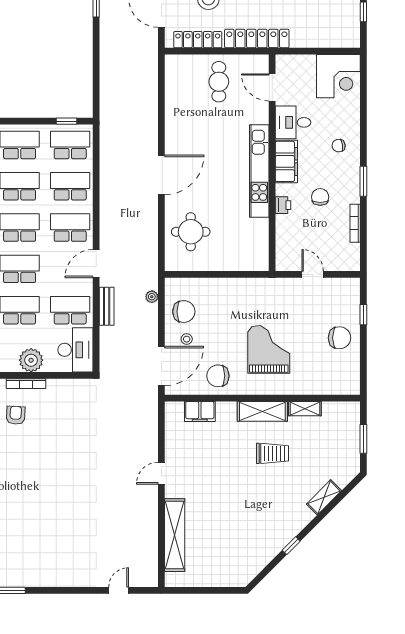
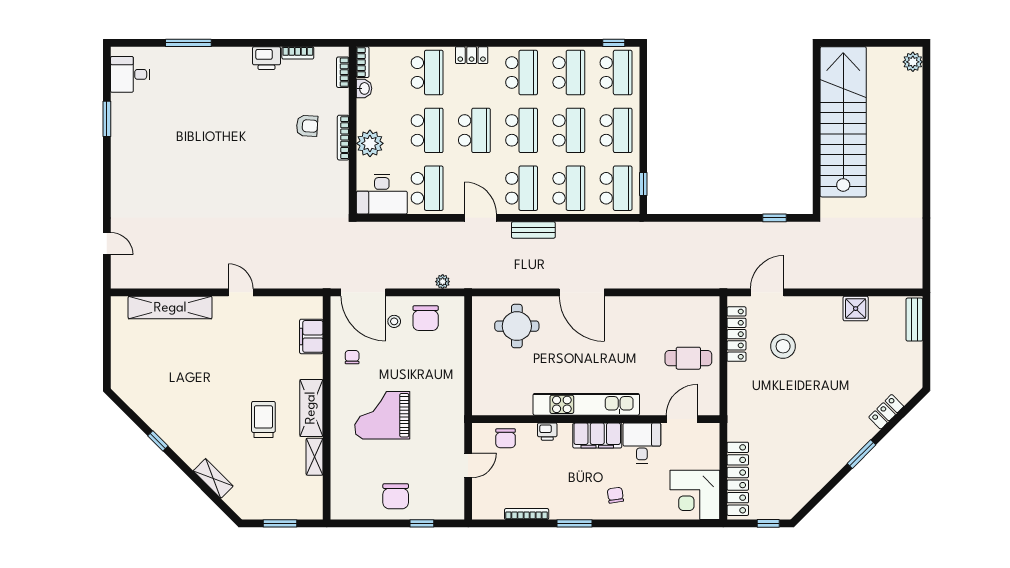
locker: (257, 39) -> (738, 479), moved
chair: (320, 197) -> (506, 438), moved, turned 90
bench: (107, 306) -> (533, 230), moved
grand piano: (269, 349) -> (382, 415), turned 180
chair: (218, 376) -> (352, 357), width x0.54, depth x0.54
trolley: (272, 453) -> (263, 419), turned 180

